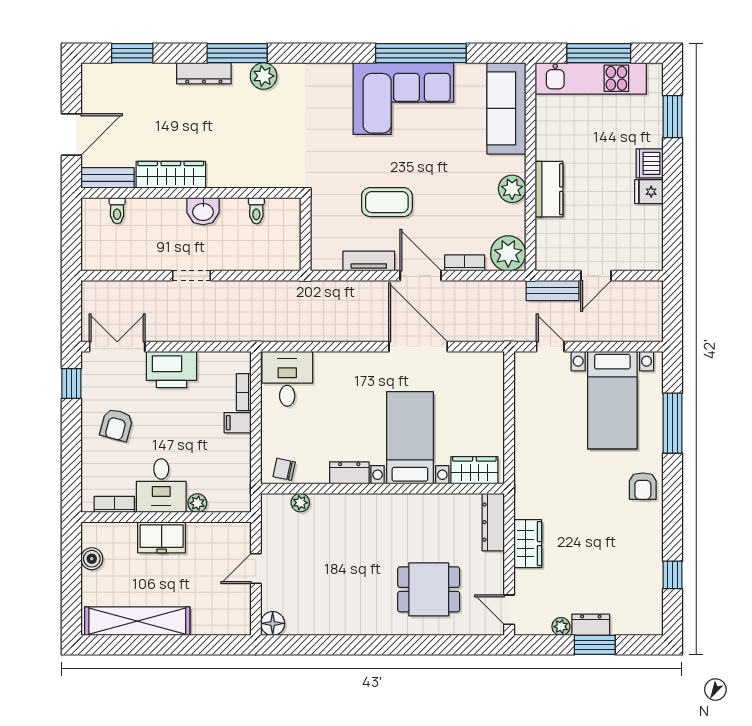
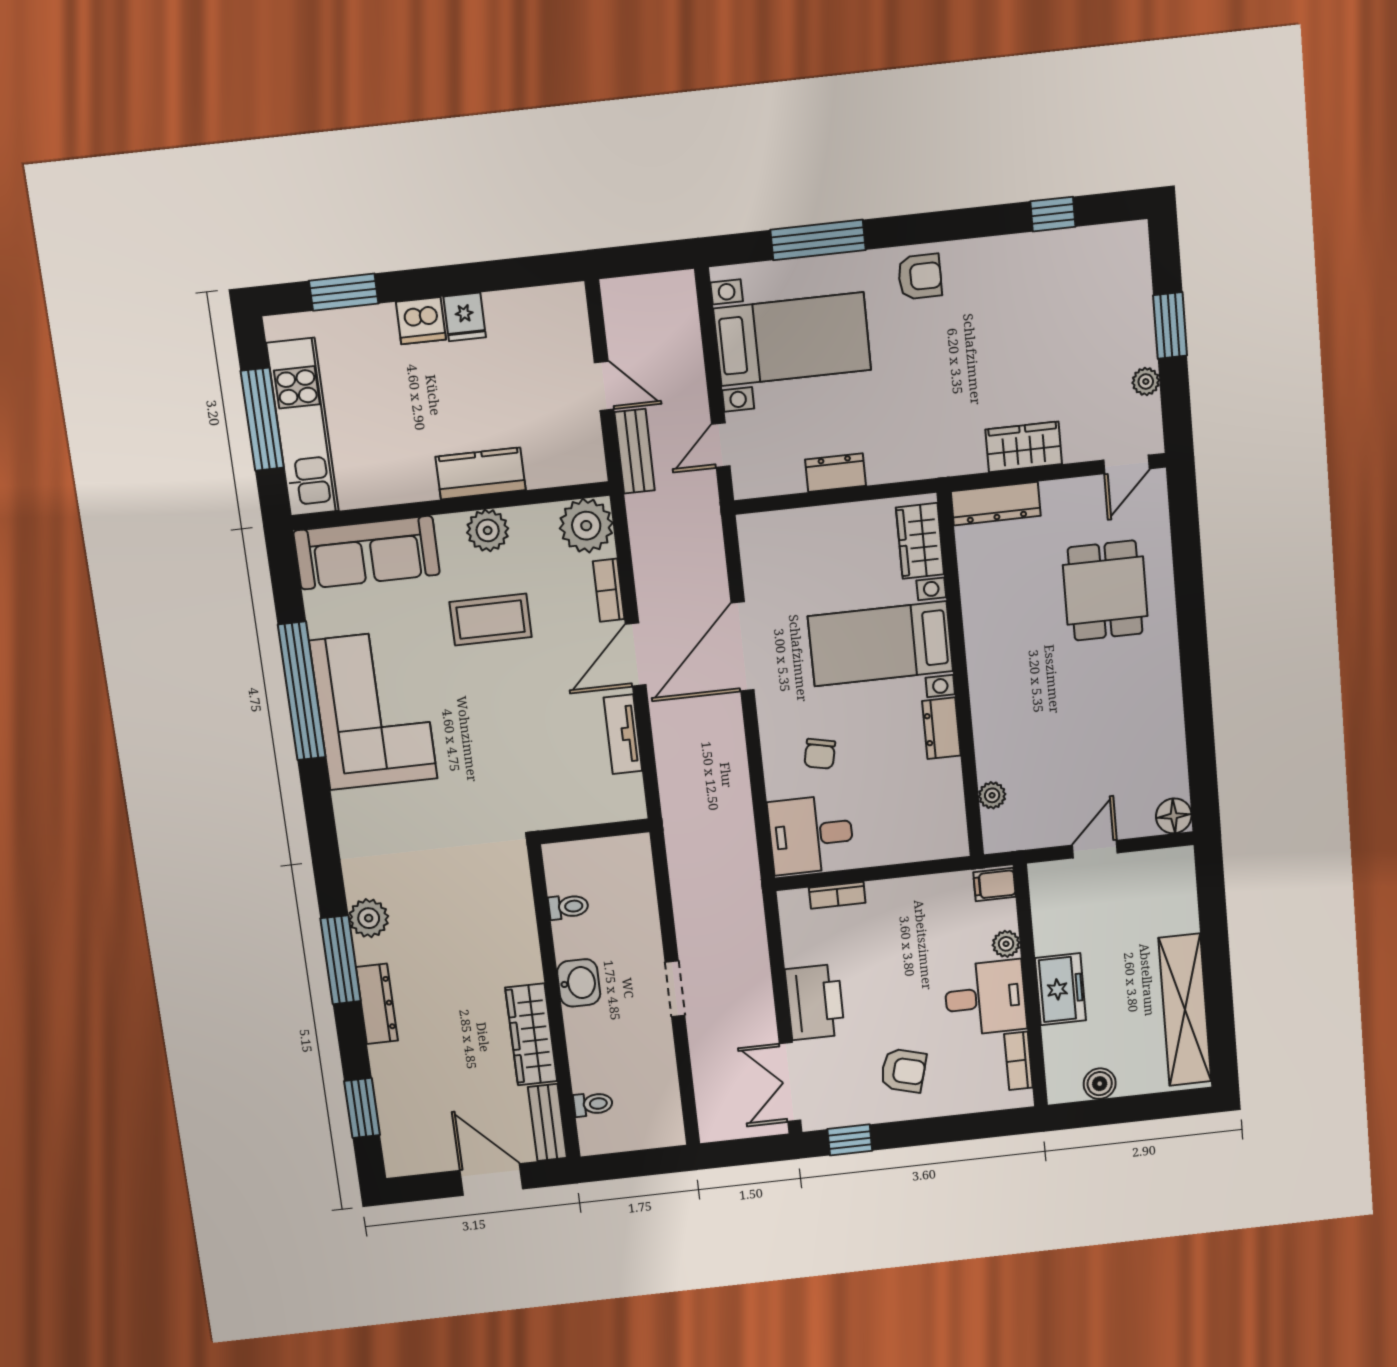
coffee table: (387, 202) -> (491, 620), moved, turned 90
filing cabinet: (238, 423) -> (994, 885), moved, turned 90
chair: (284, 469) -> (820, 754), moved
door: (256, 569) -> (1095, 849), swing flipped
dresser: (591, 625) -> (836, 473), moved, turned 90

